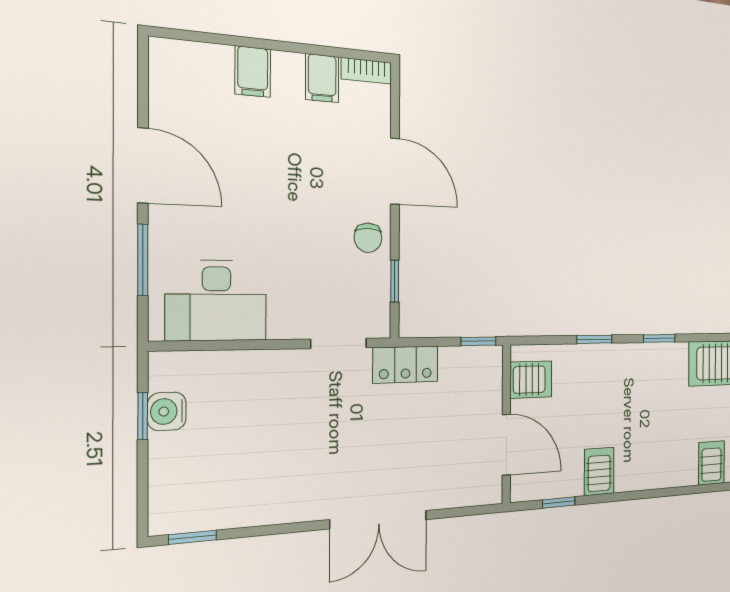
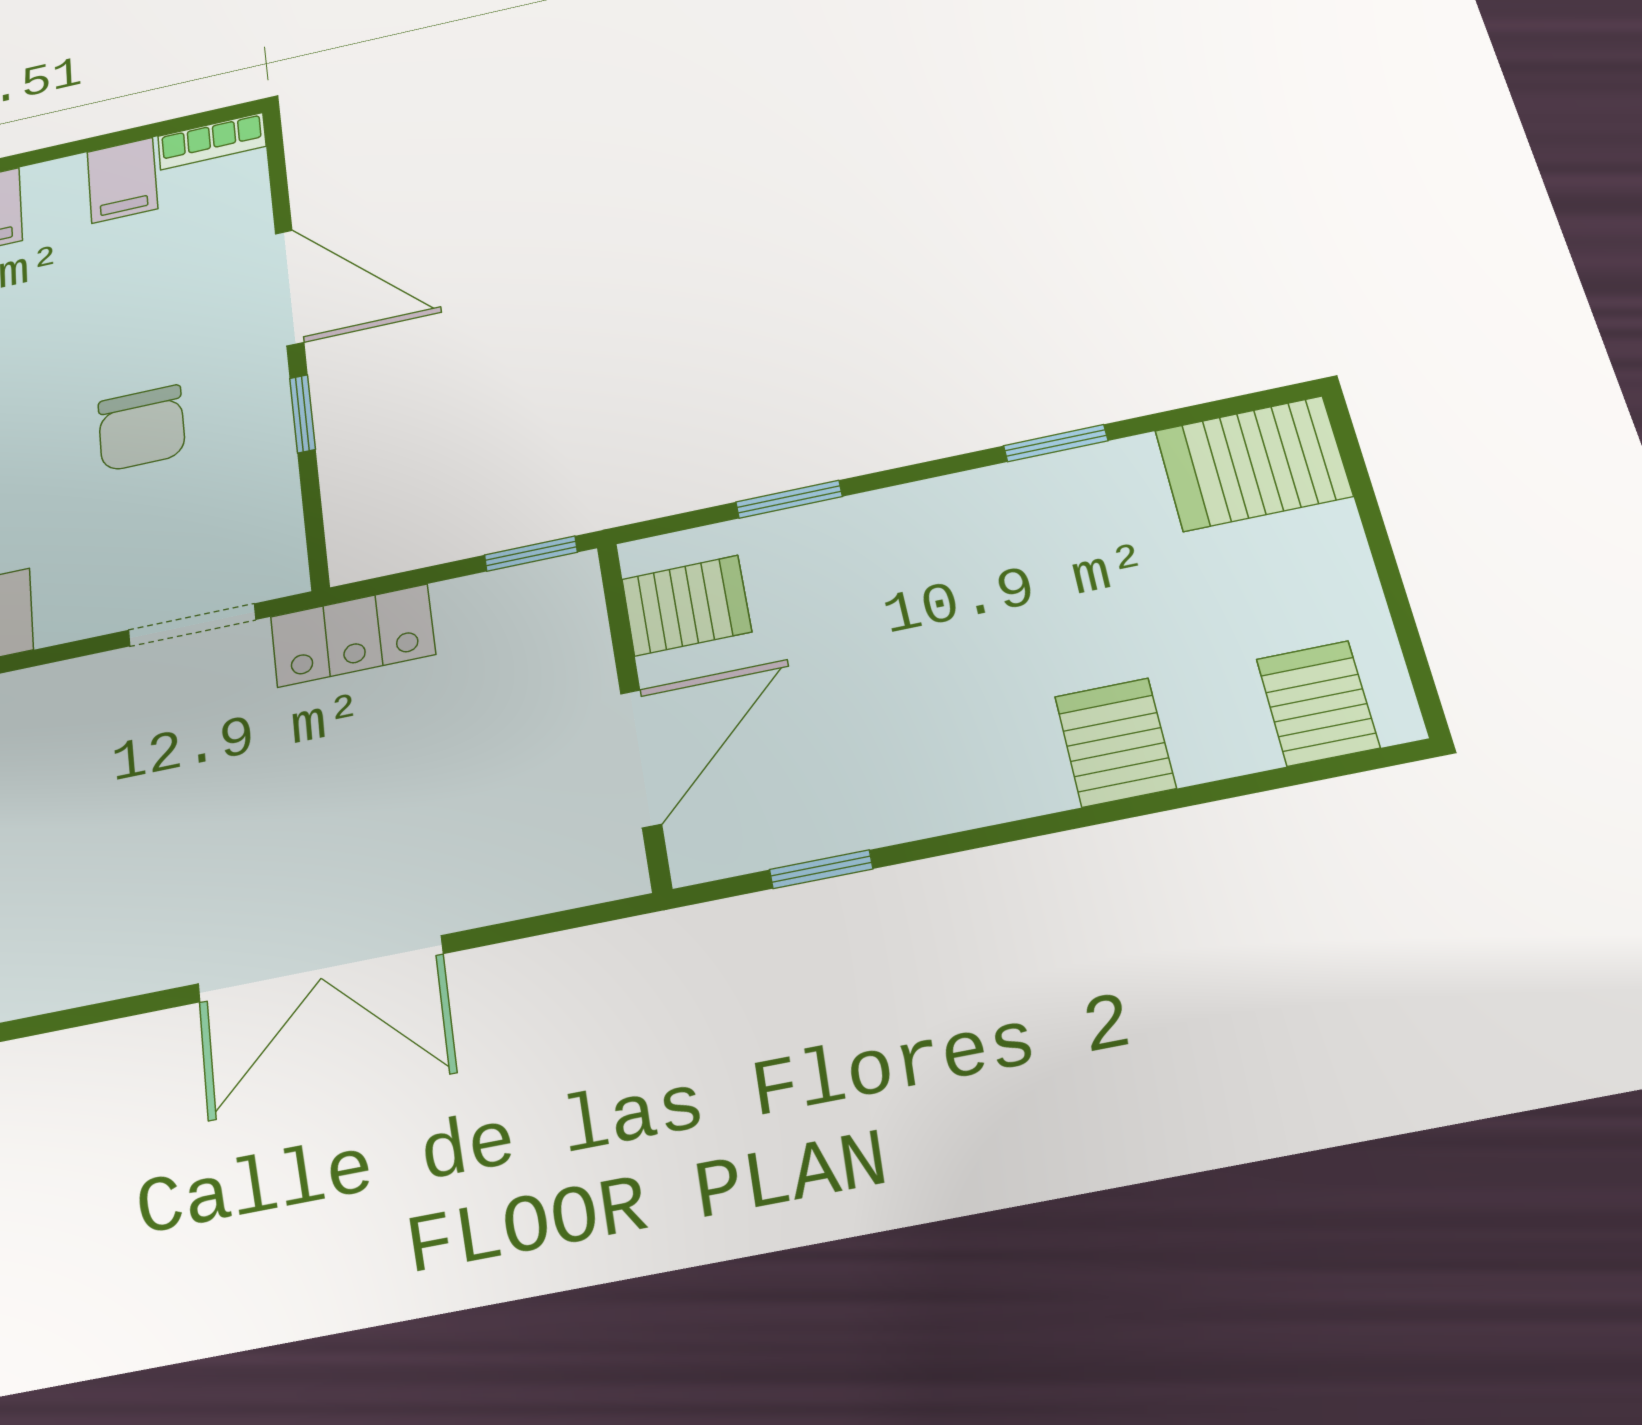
chair: (368, 238) -> (142, 428), moved, width x1.37, depth x1.37
window: (395, 281) -> (303, 414), moved
window: (594, 339) -> (789, 499), moved
door: (506, 445) -> (641, 758), hinge flipped
server rack: (599, 471) -> (1115, 742), moved

